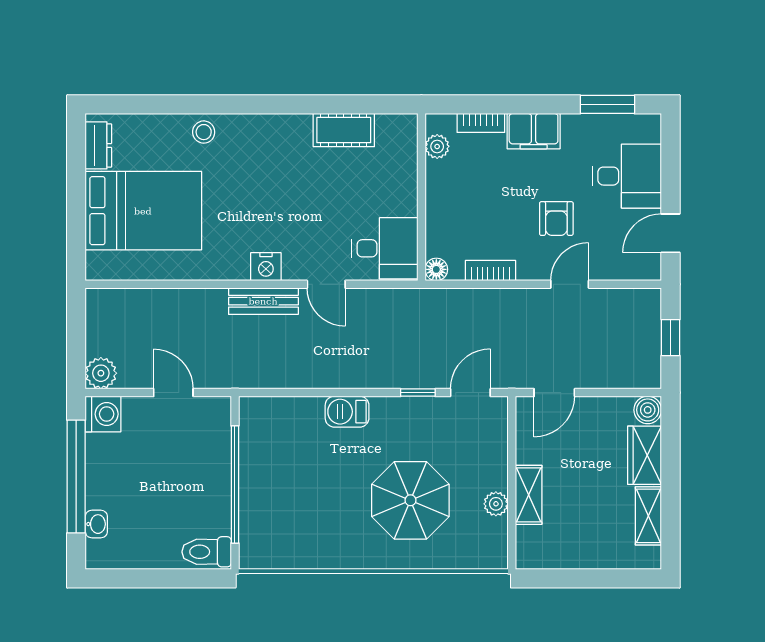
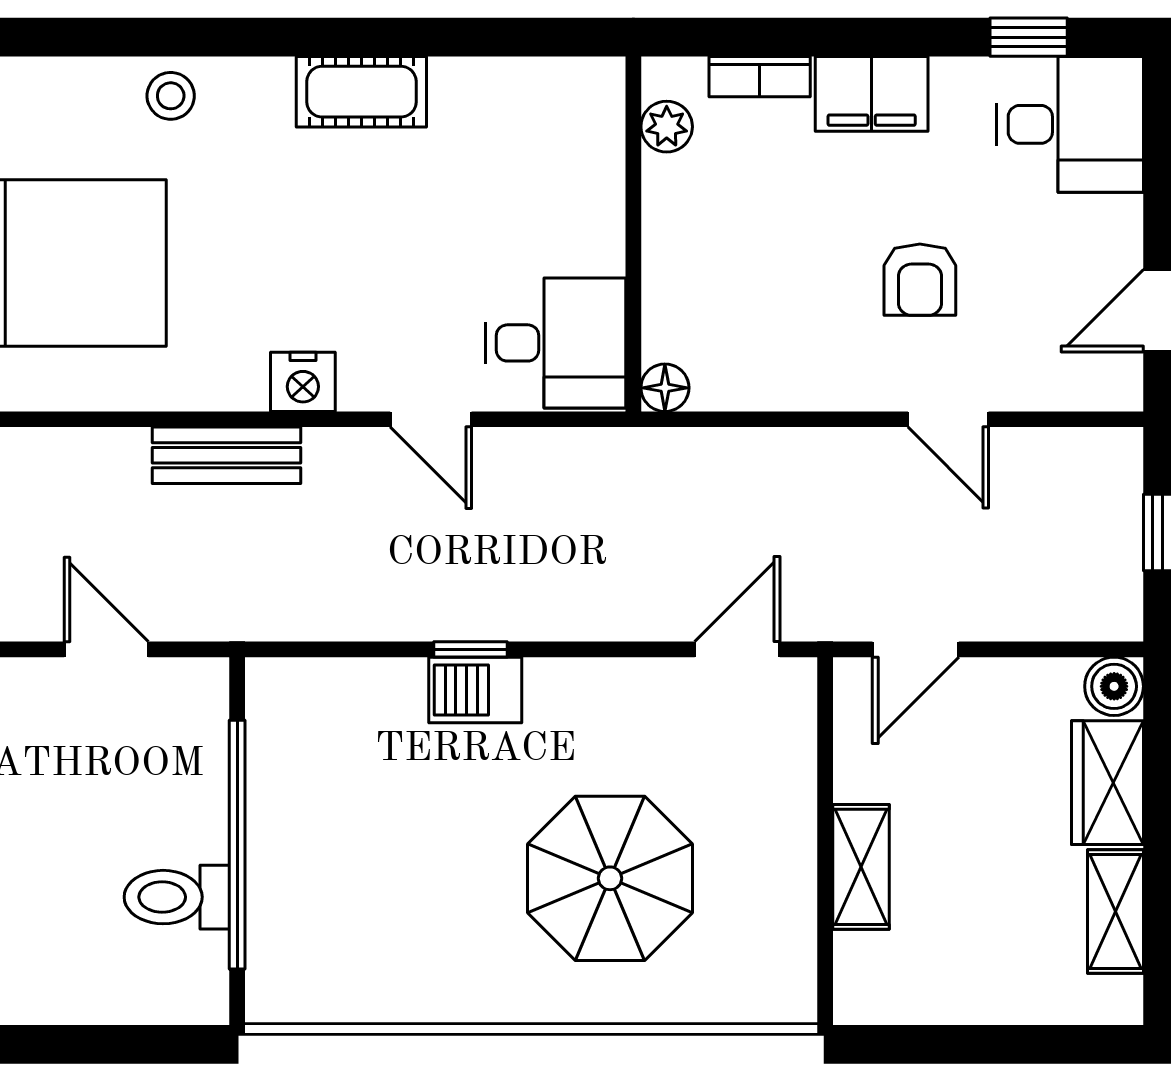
window: (607, 104) -> (1029, 37), width x0.67
cot: (344, 130) -> (361, 92), moved
desk: (627, 176) -> (1070, 124), moved
bookcase: (490, 271) -> (780, 390), removed
door: (570, 284) -> (948, 419), swing flipped
bench: (263, 301) -> (226, 455), moved
window: (418, 393) -> (471, 649), moved
plant: (496, 504) -> (792, 886), removed
toilet: (207, 552) -> (177, 897), moved

